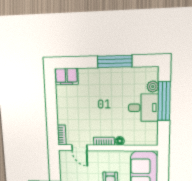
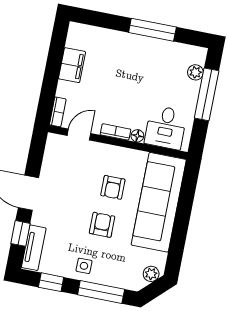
filing cabinet: (66, 76) -> (72, 65), moved, turned -90
desk: (143, 108) -> (166, 127), moved, turned 90
door: (79, 148) -> (79, 134), swing flipped

